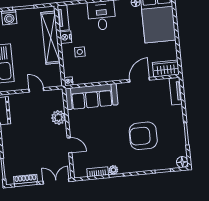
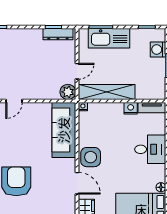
shelving: (51, 38) -> (107, 92), moved
side table: (80, 52) -> (91, 157), moved, width x1.87, depth x1.87
plant: (58, 117) -> (68, 92), moved

